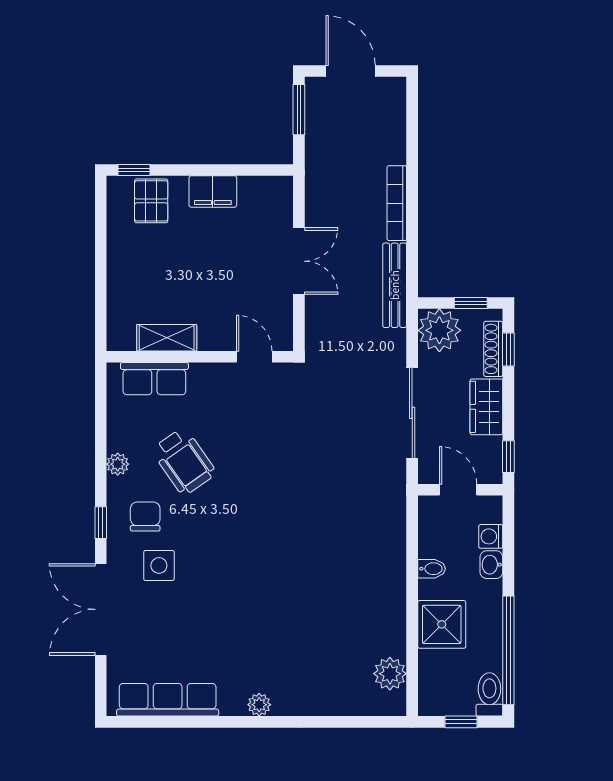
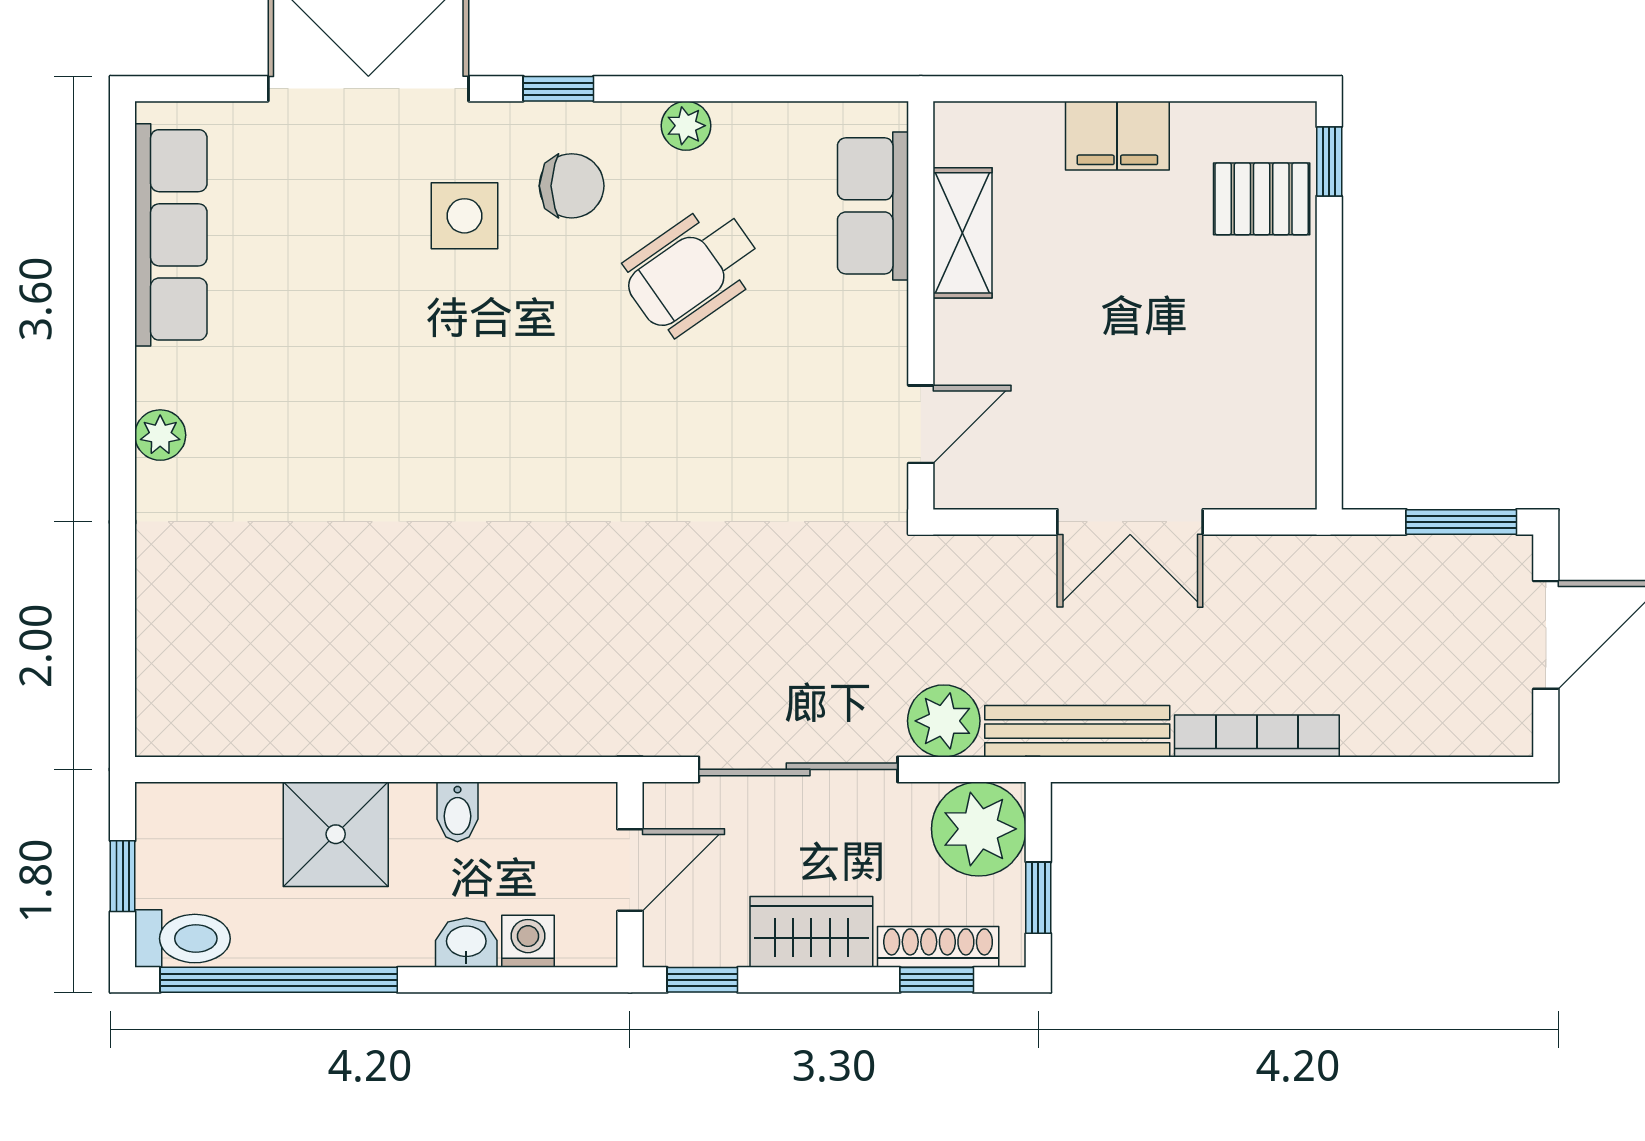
filing cabinet: (213, 191) -> (1117, 136), moved, turned -90
plant: (390, 674) -> (944, 721), moved

